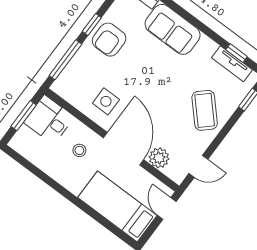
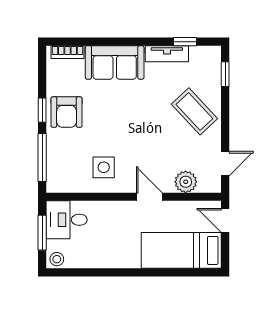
tv unit: (232, 64) -> (167, 54), moved
door: (124, 149) -> (149, 197), width x0.53
stool: (79, 150) -> (57, 259), moved

